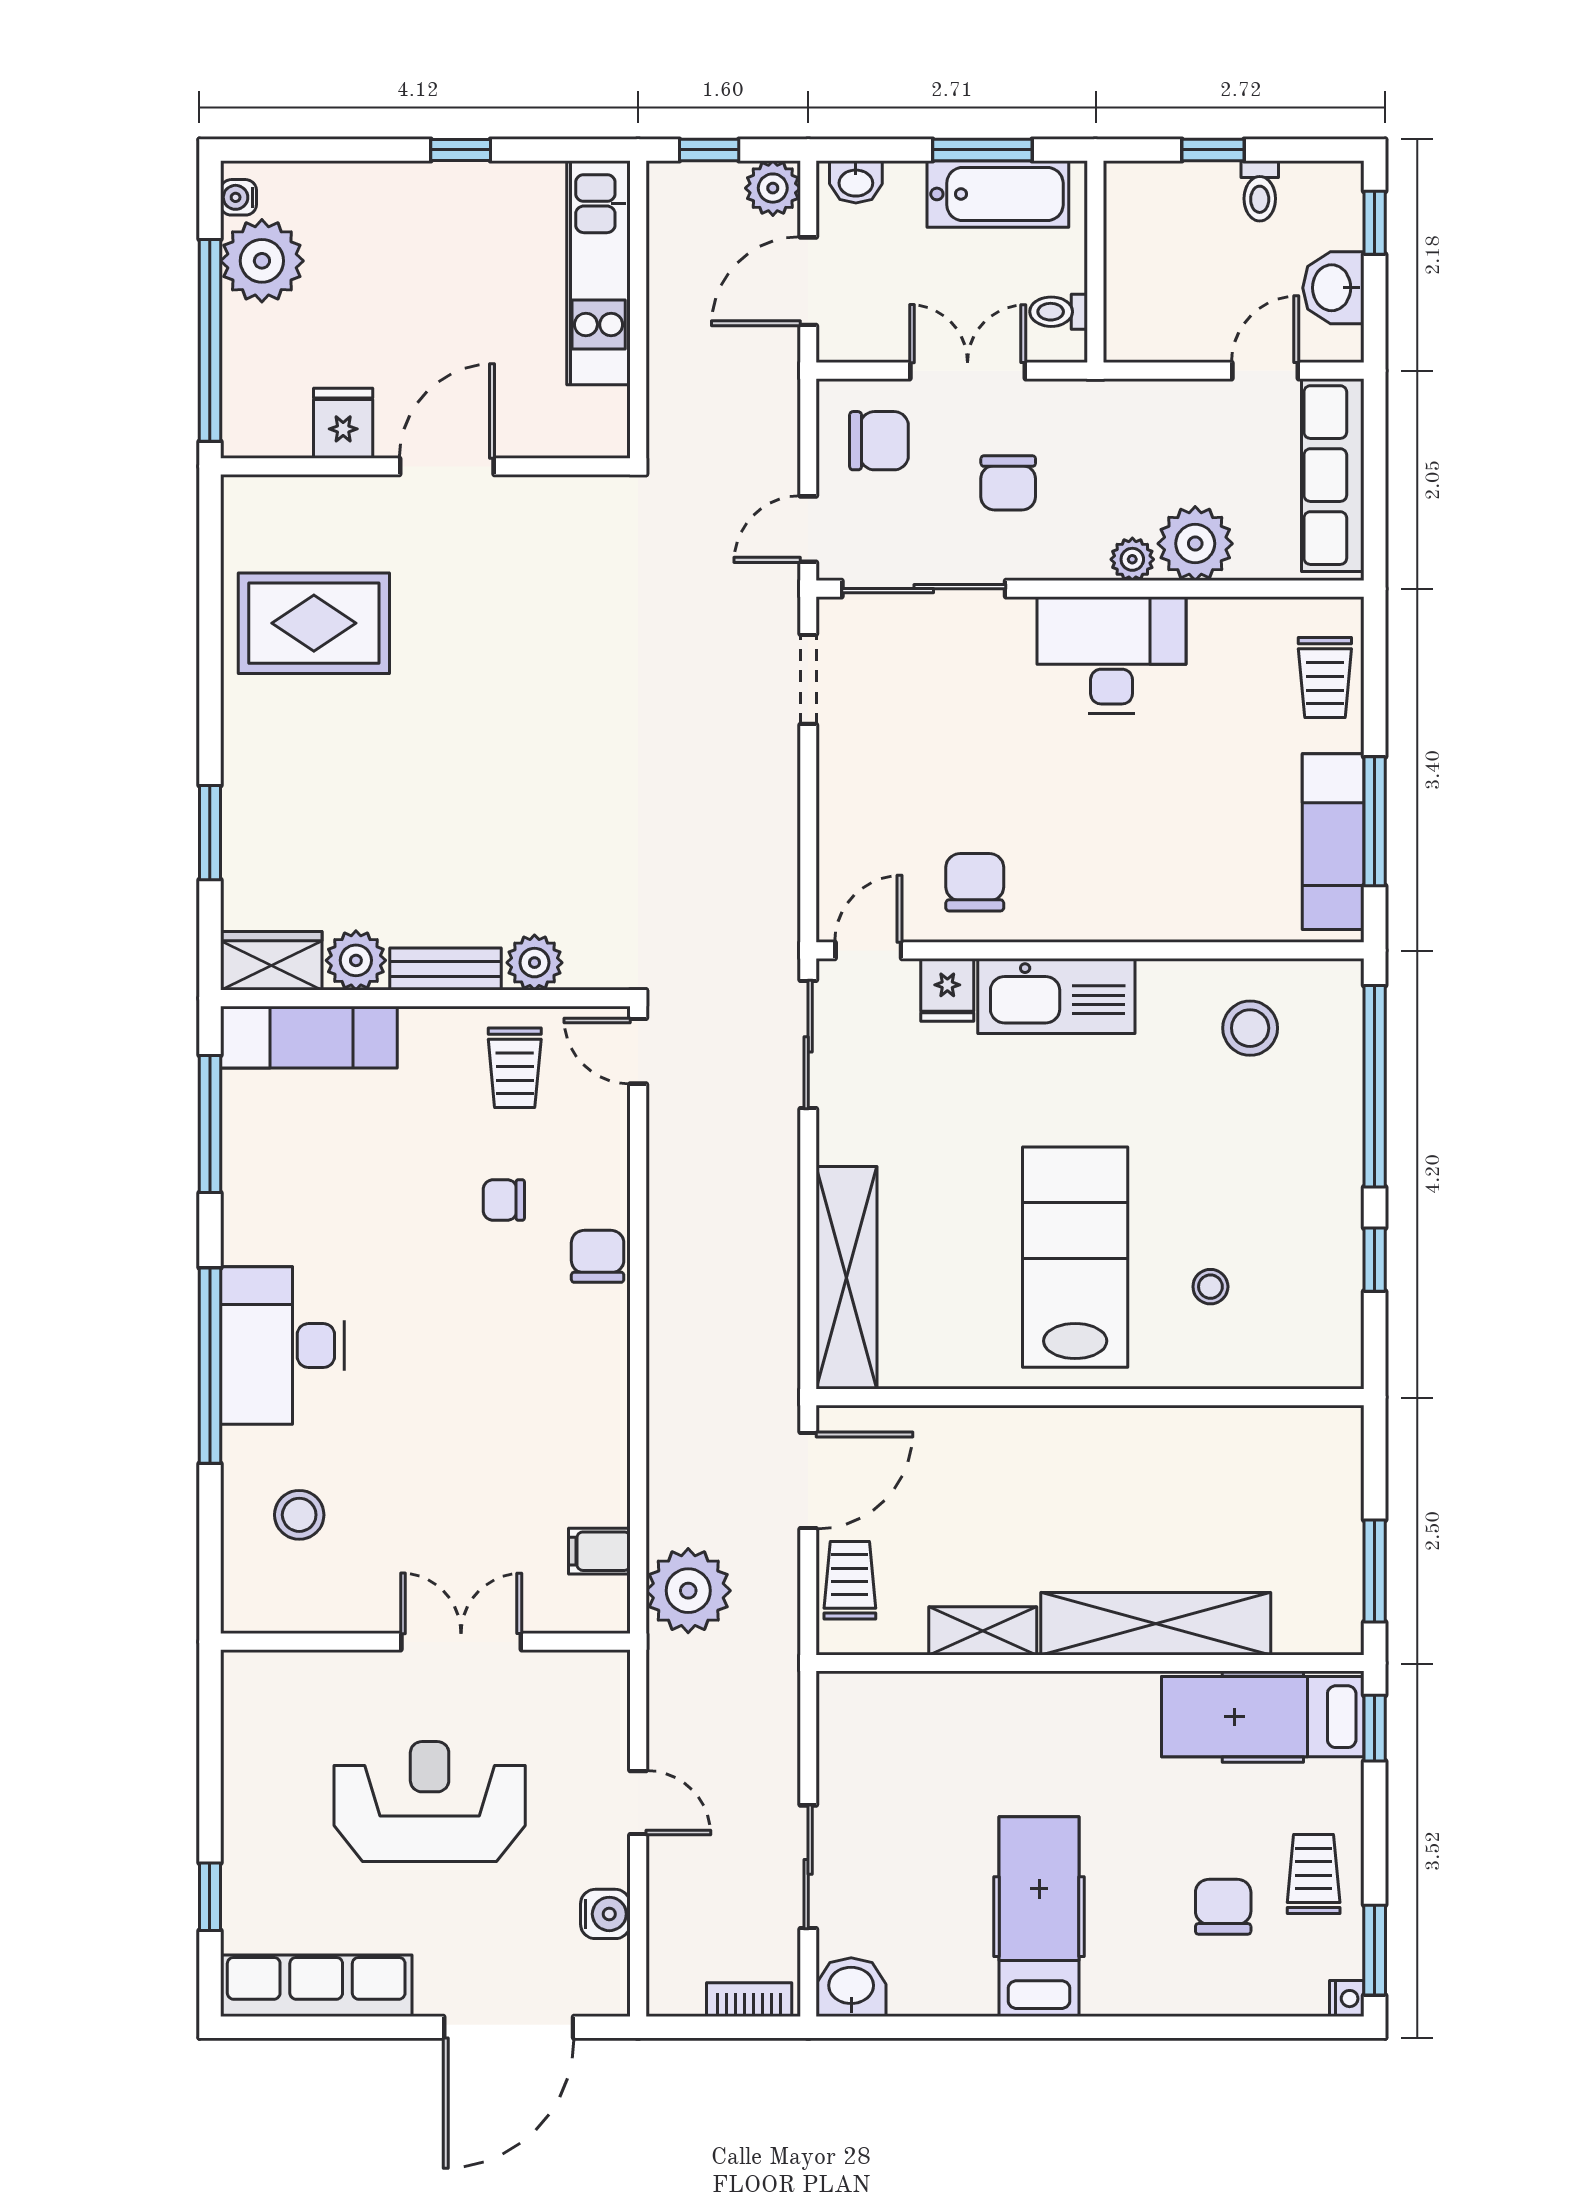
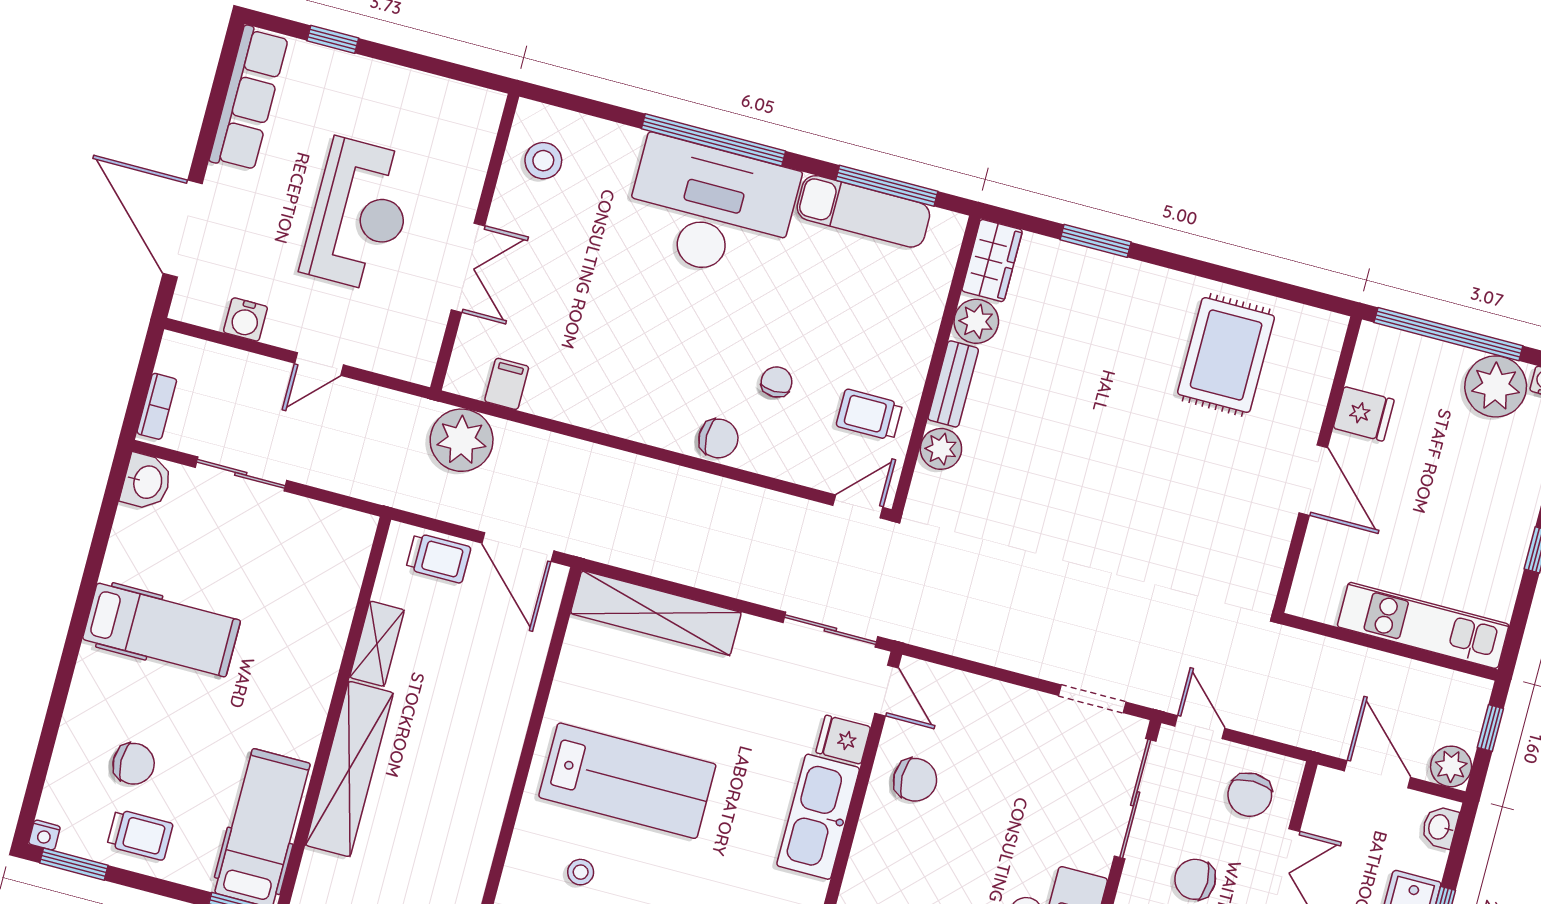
exam couch: (309, 1037) -> (863, 211), moved, turned -90
desk: (282, 1346) -> (711, 209), width x1.36, depth x1.30
stool: (299, 1515) -> (543, 161), moved

